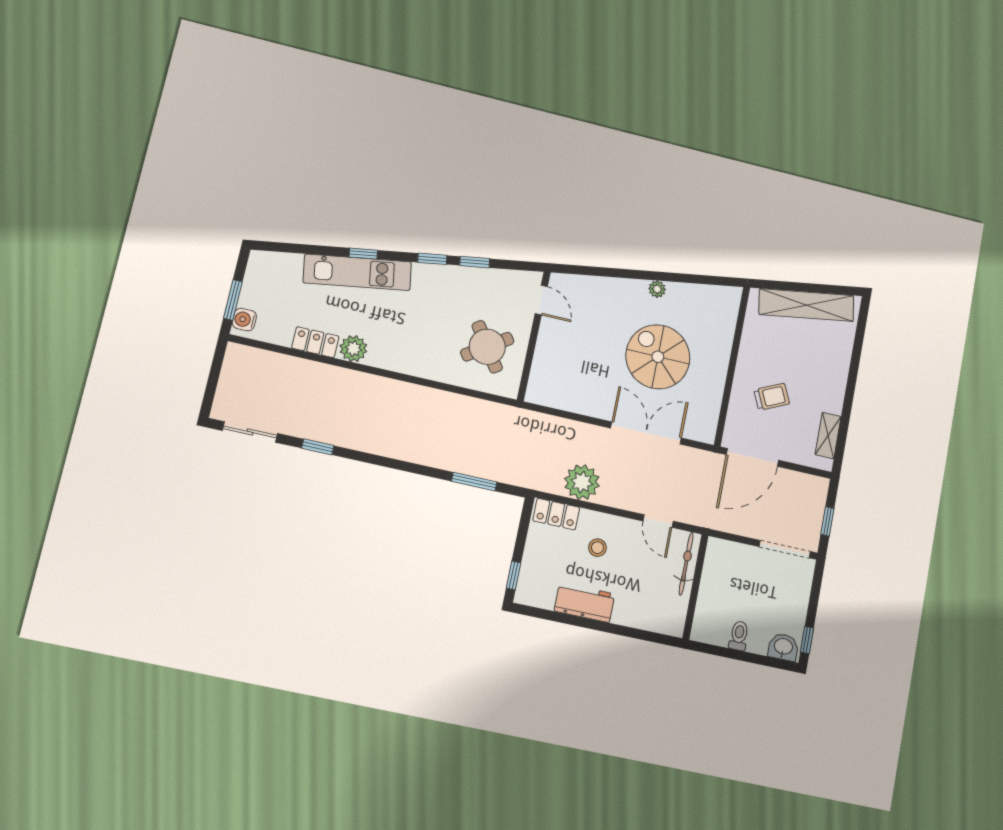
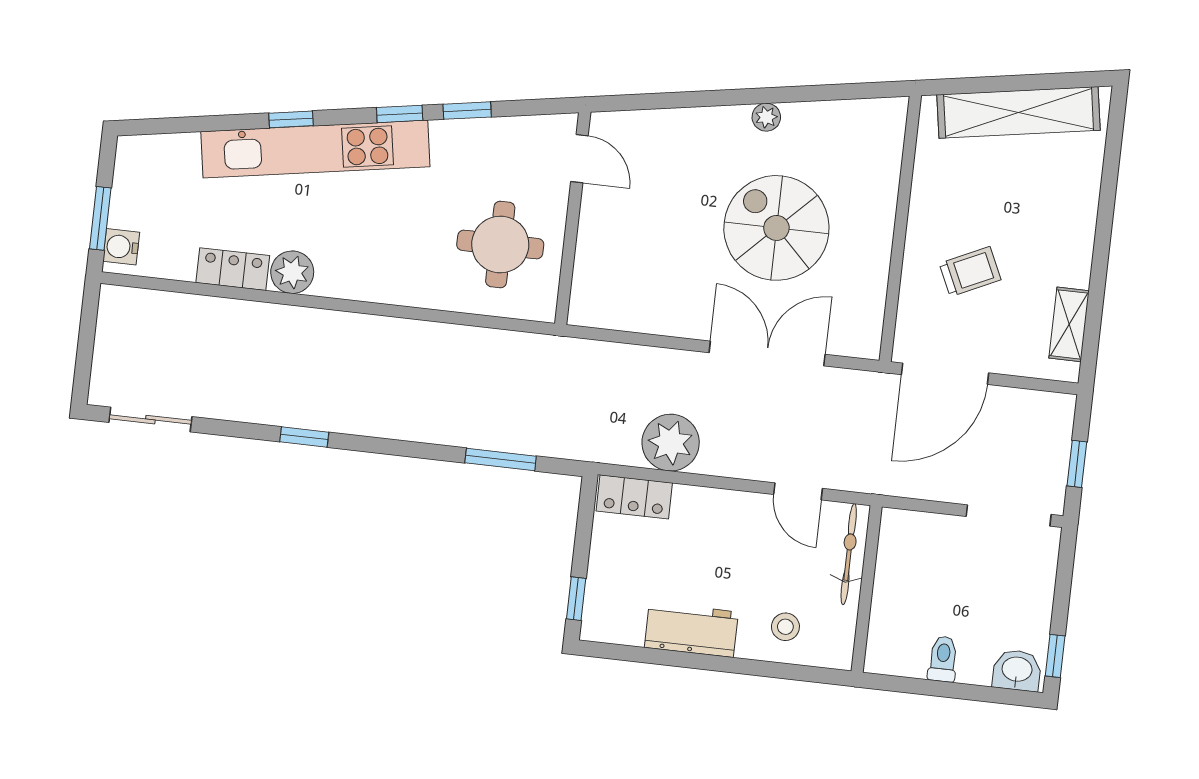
kitchen unit: (357, 272) -> (315, 149), width x1.36
round table: (487, 347) -> (500, 245), turned 34
window: (318, 447) -> (304, 437), moved
stool: (597, 548) -> (785, 627), moved

